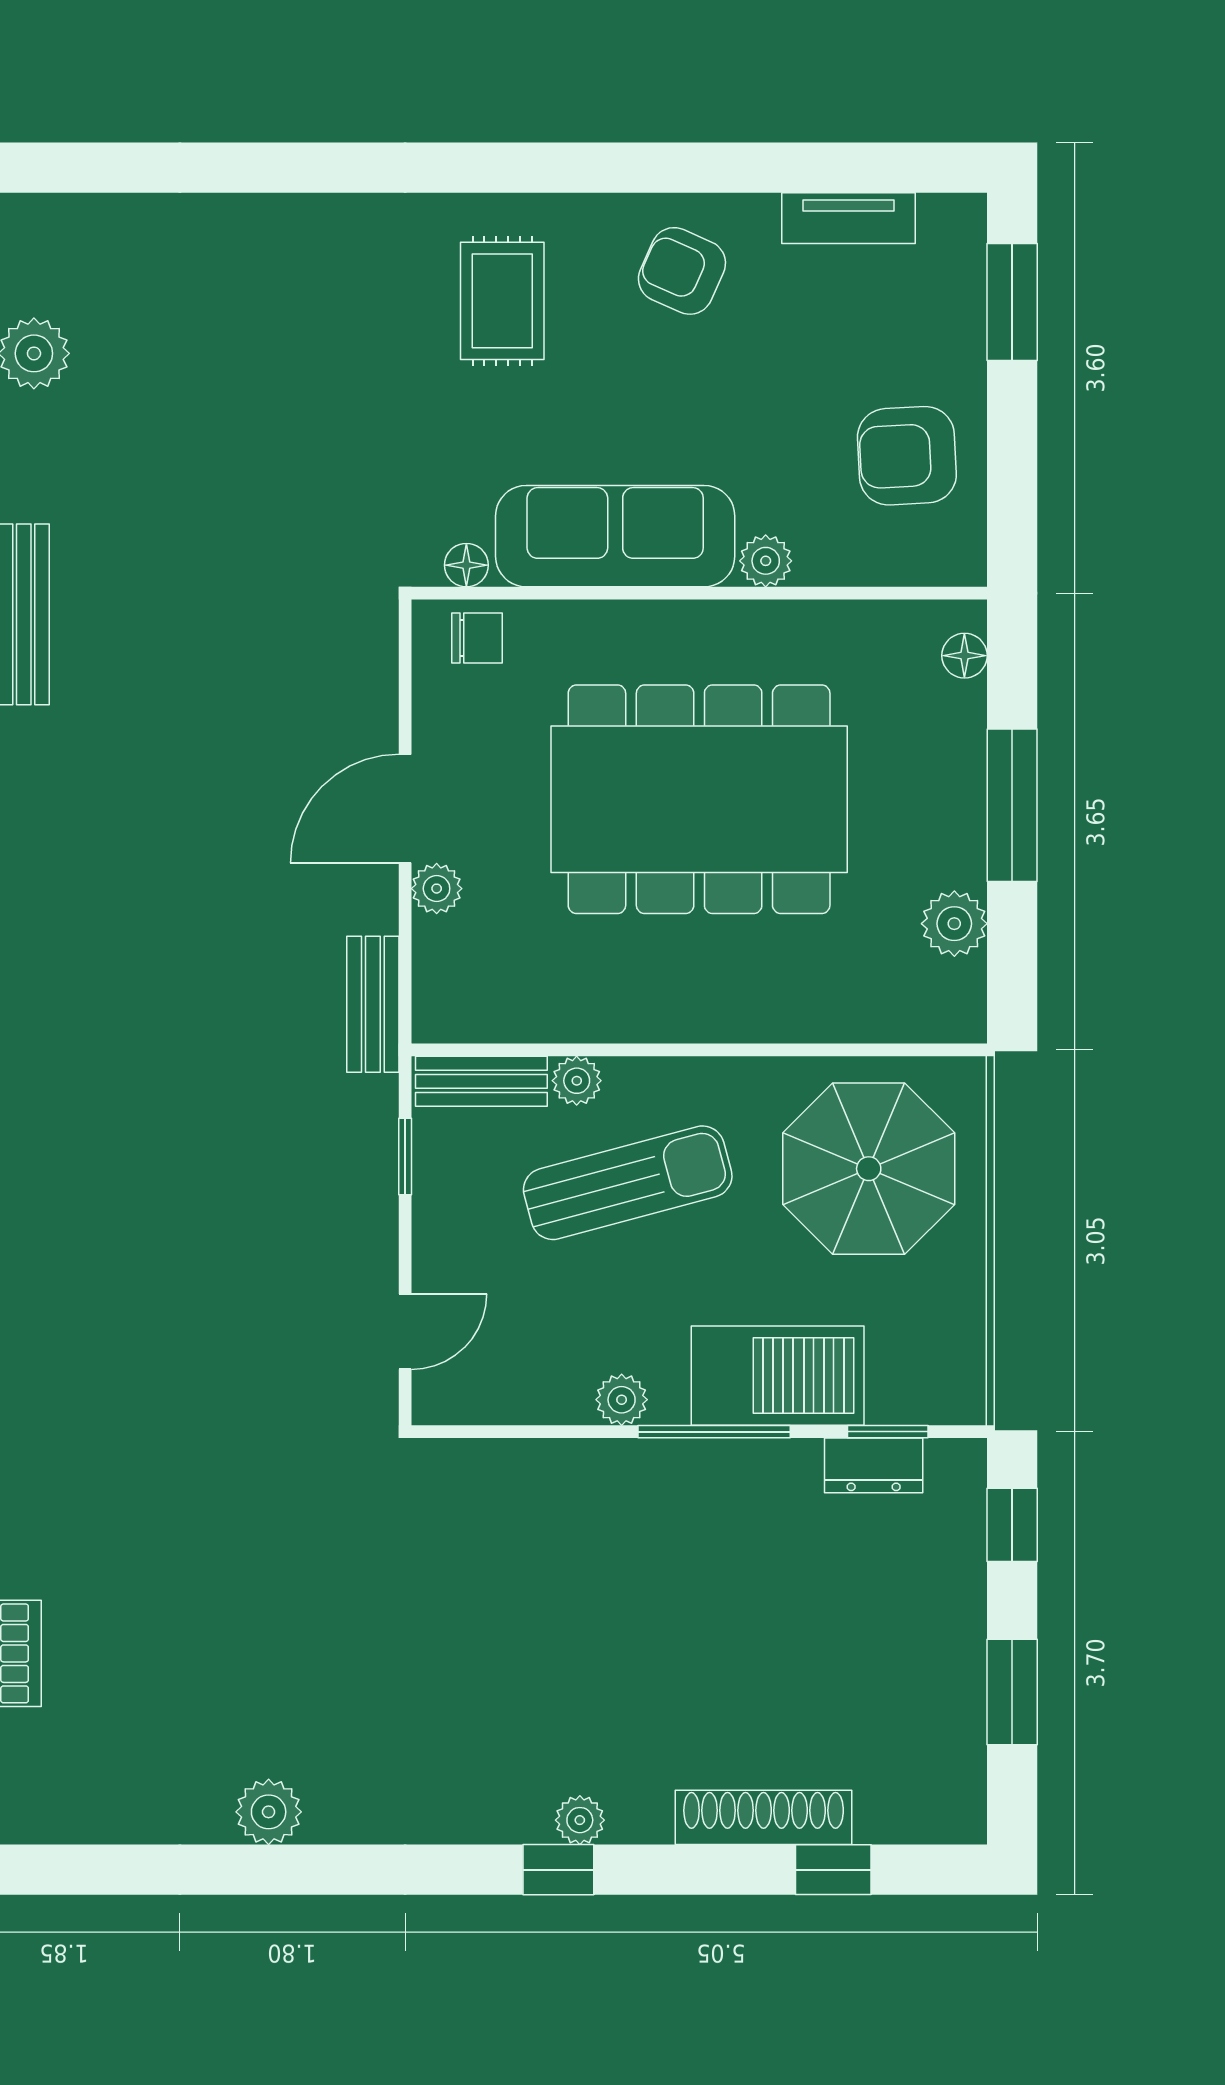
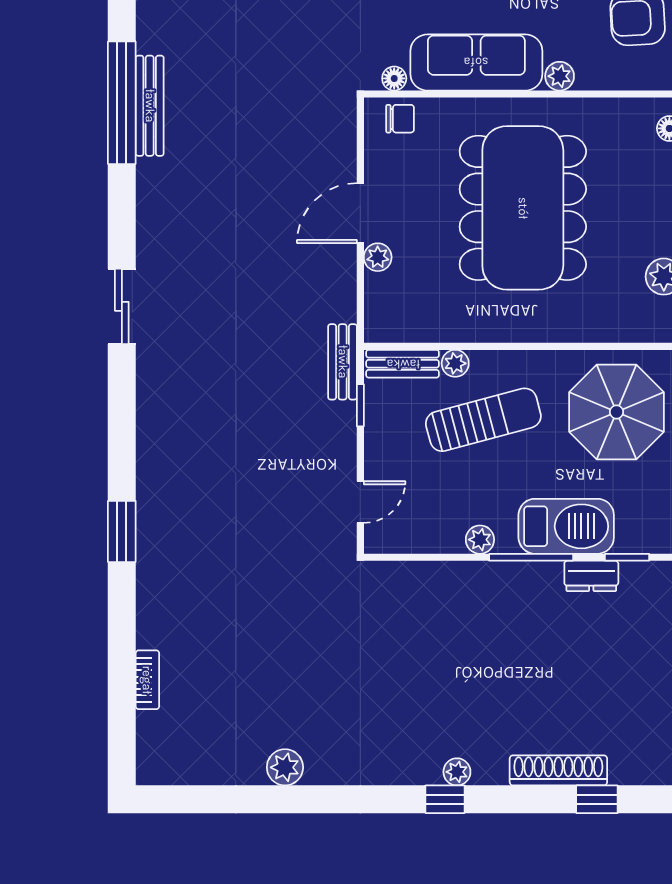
dining table: (699, 799) -> (523, 208), turned 90
bench: (373, 1004) -> (343, 362), moved
dresser: (874, 1465) -> (591, 576), moved

